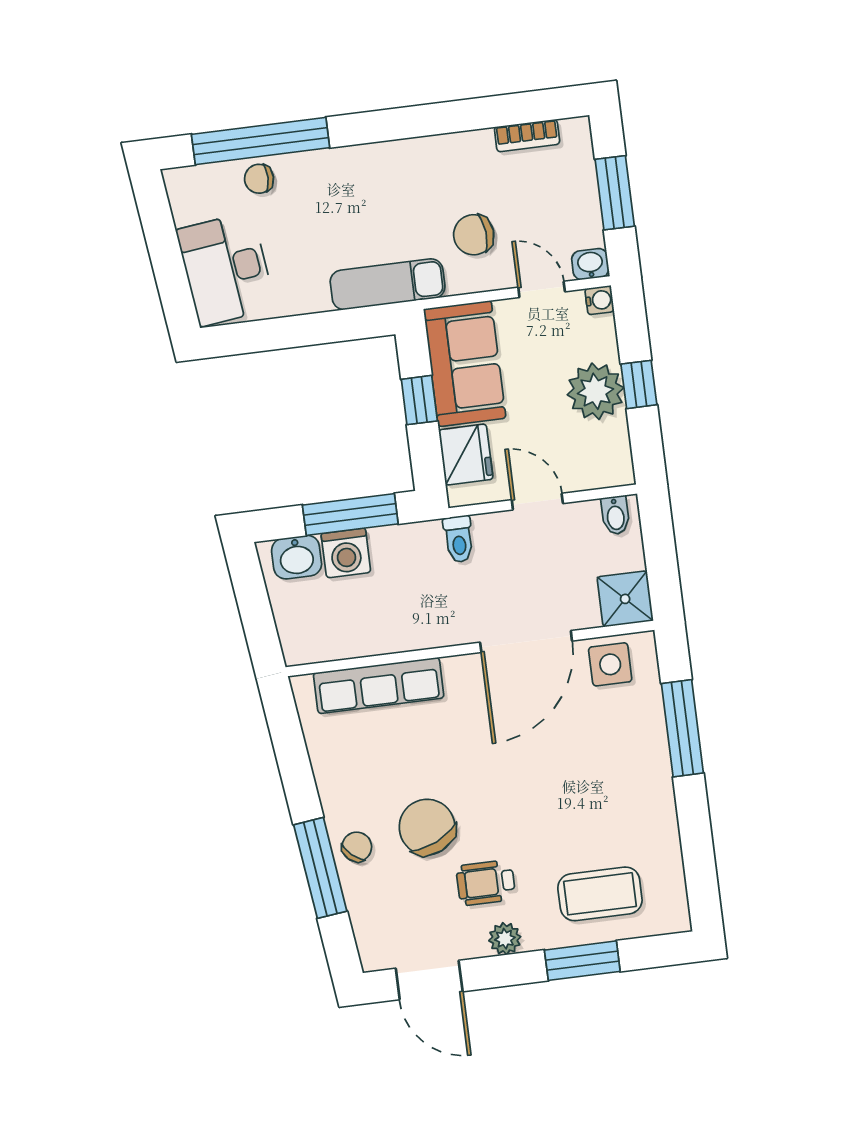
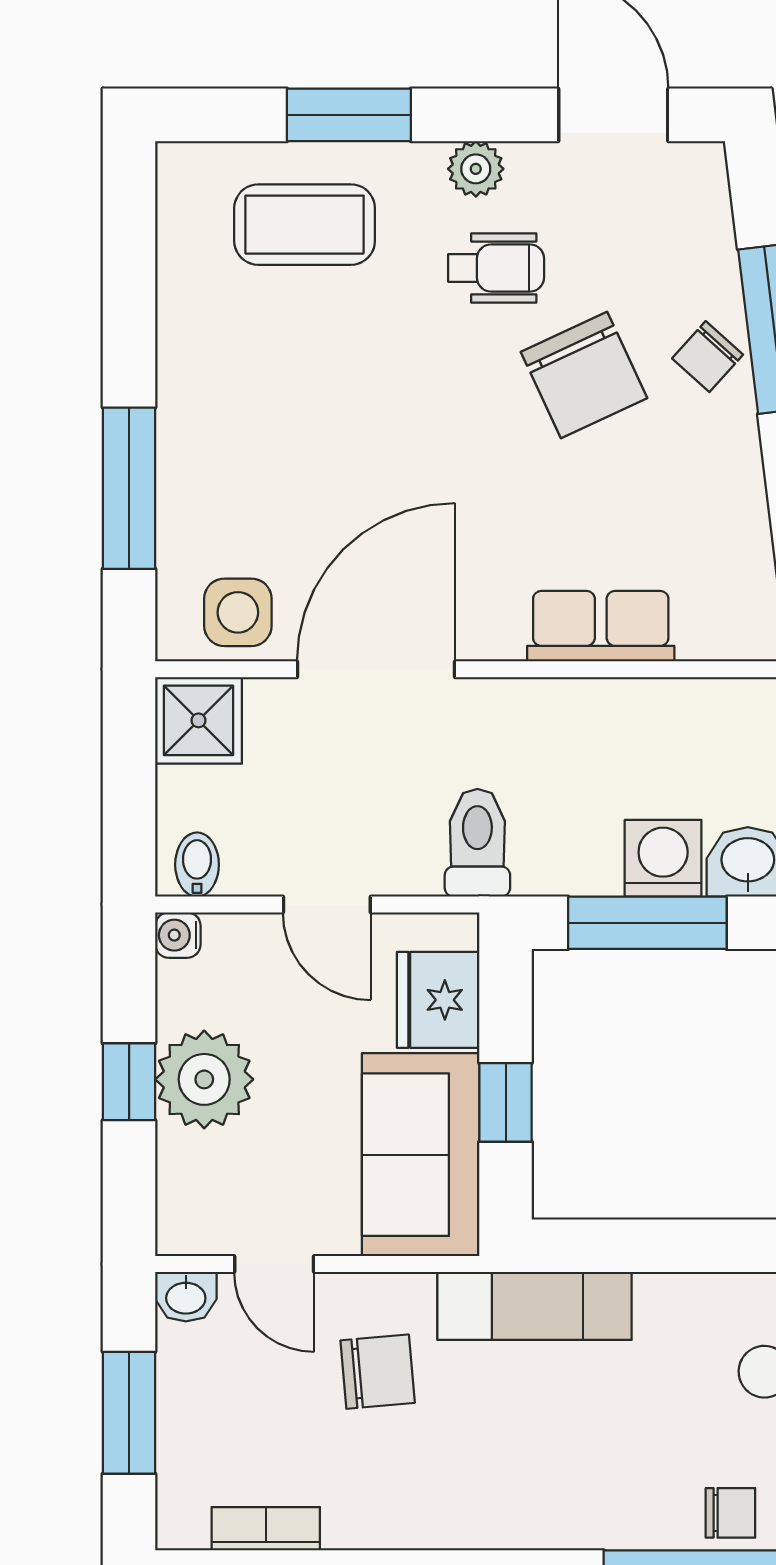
water cooler: (599, 300) -> (178, 935), moved
toilet: (459, 539) -> (477, 843), width x1.37, depth x1.39
row of seats: (379, 685) -> (601, 626), width x0.68

